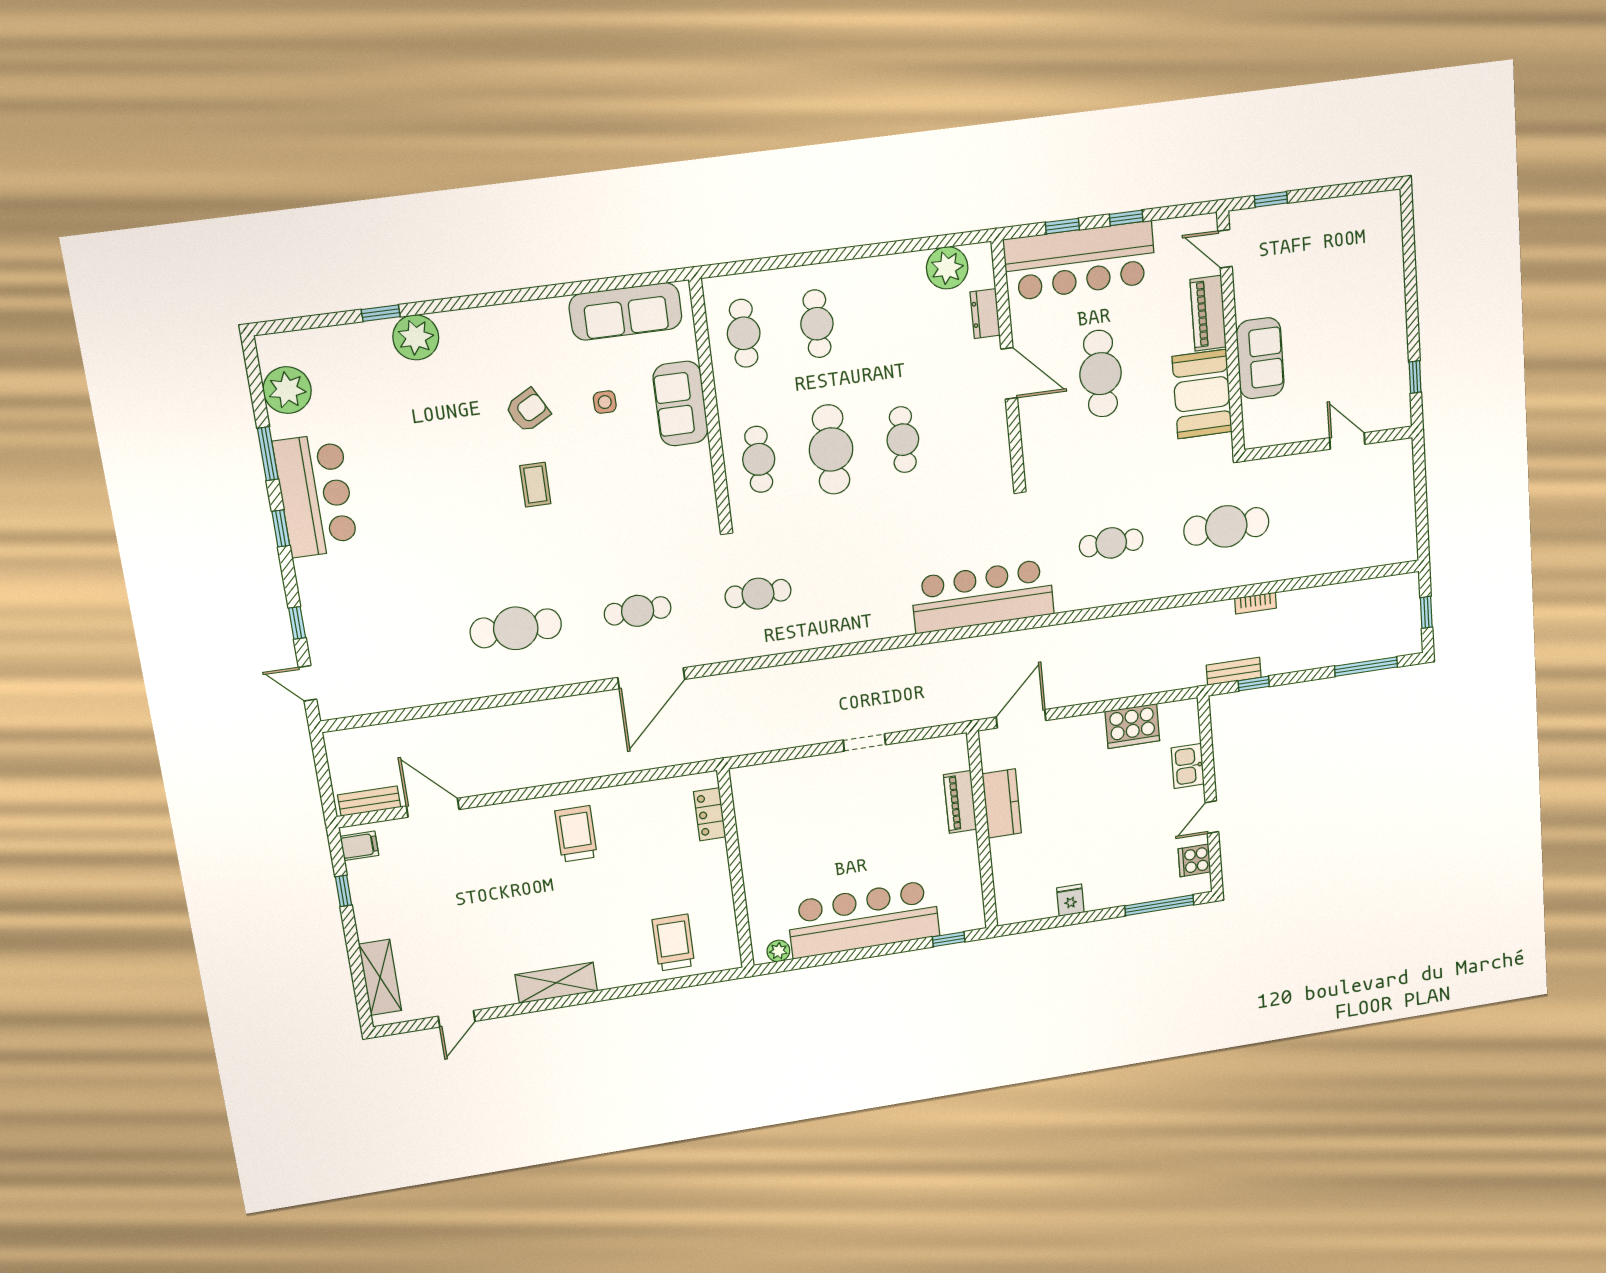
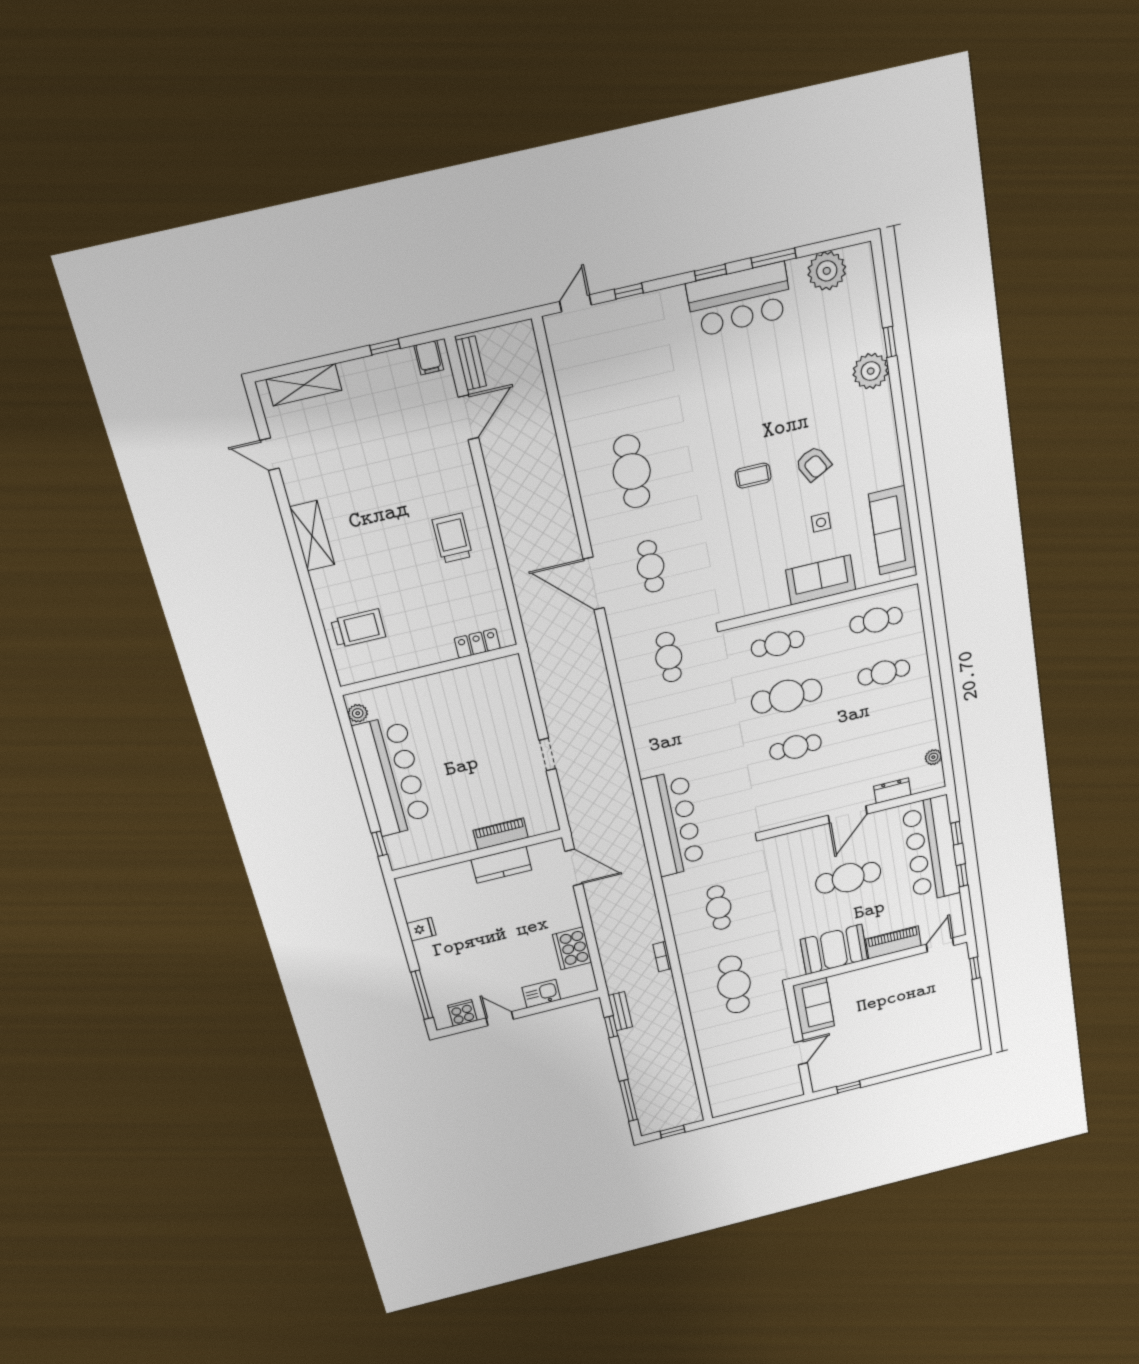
plant: (947, 268) -> (933, 757), width x0.53, depth x0.53
sofa: (1260, 358) -> (814, 1006), moved, turned -90
bookcase: (1255, 603) -> (662, 957), moved
trolley: (576, 834) -> (452, 538), turned -90

